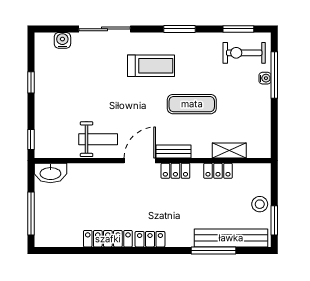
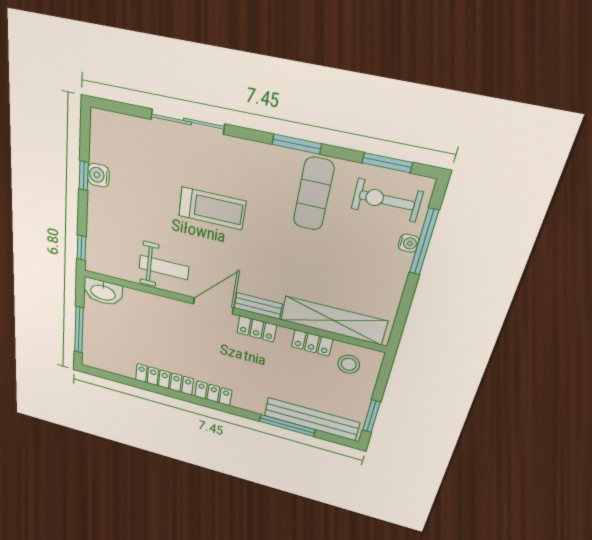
water cooler: (62, 40) -> (98, 175), moved, turned -90
treadmill: (151, 66) -> (212, 208), moved
exercise mat: (192, 104) -> (314, 194), moved, turned 90
shelving: (229, 151) -> (333, 320), width x2.20, depth x1.33
stool: (260, 204) -> (349, 364), moved

